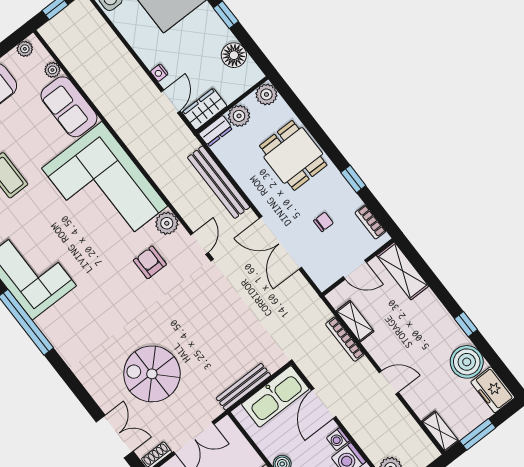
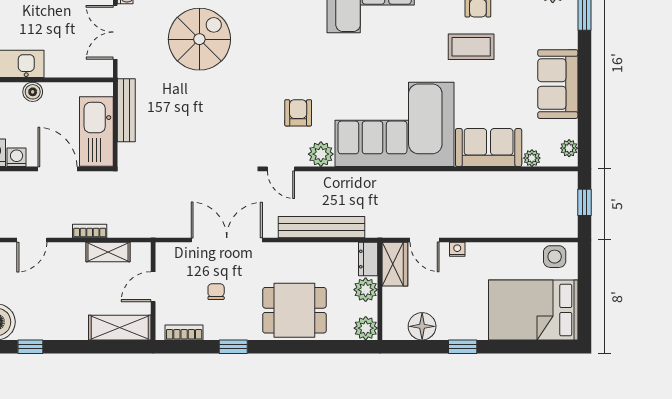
chair: (323, 222) -> (216, 292), turned 180
armchair: (150, 262) -> (298, 113), turned -90
bookcase: (345, 339) -> (90, 231), width x0.64

